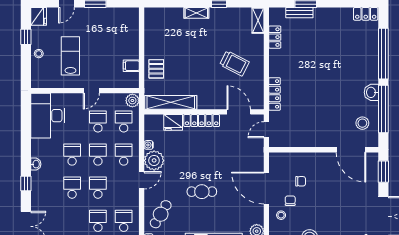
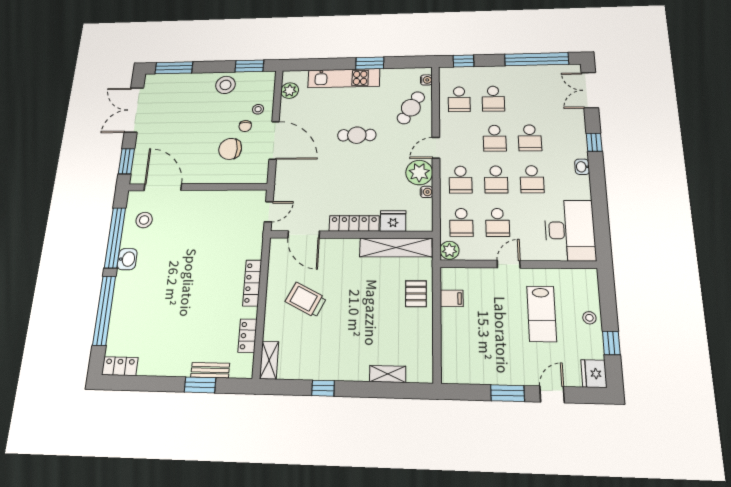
shelving: (196, 13) -> (388, 374), moved
locker: (274, 94) -> (252, 283), moved
chair: (301, 181) -> (230, 149), width x1.87, depth x1.87

